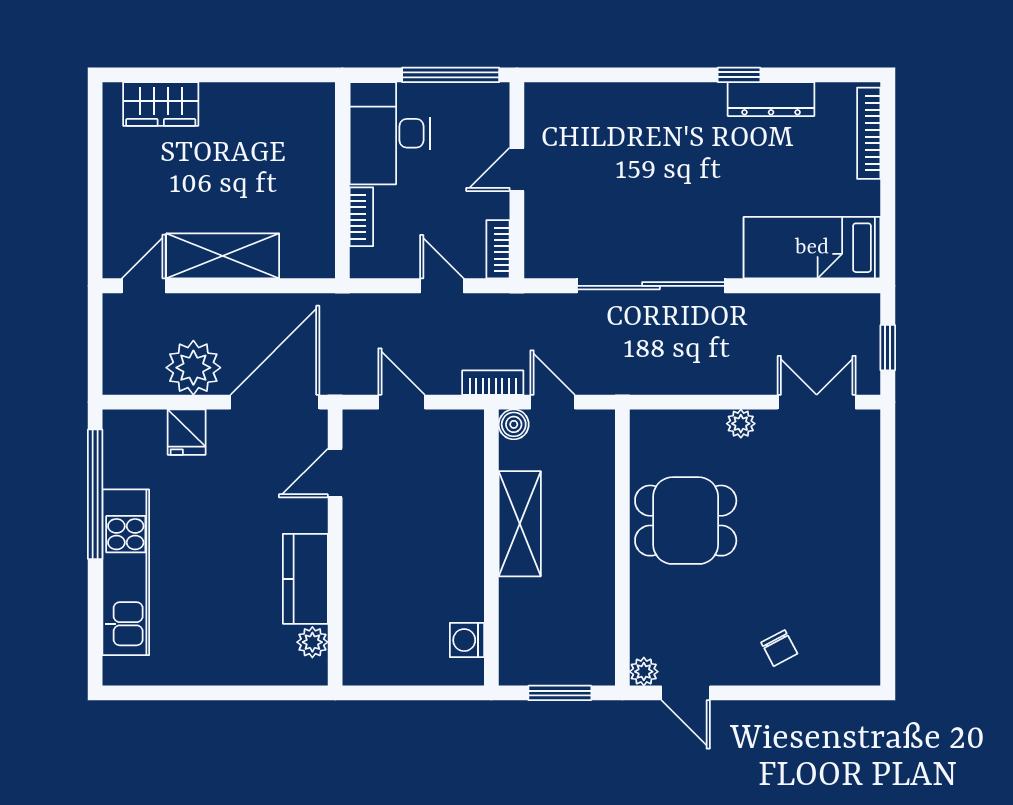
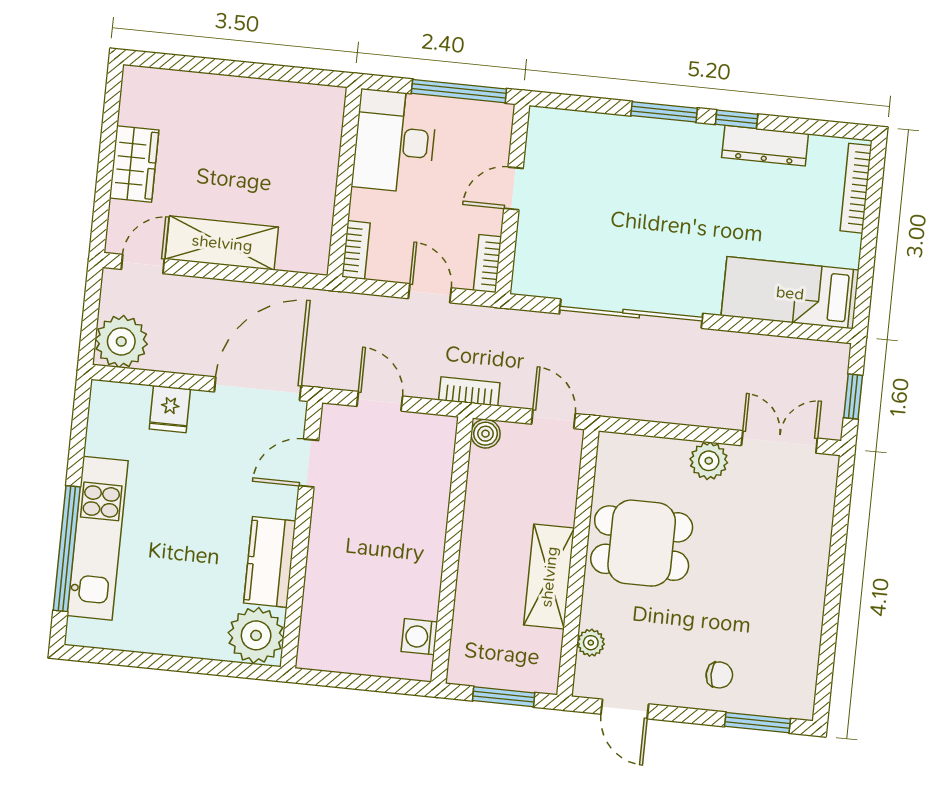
window: (664, 75) -> (664, 112), added
wardrobe: (161, 104) -> (134, 164), moved, turned -90
bookcase: (361, 217) -> (356, 250), moved
plant: (193, 368) -> (121, 341), moved
door: (553, 402) -> (553, 419), moved
plant: (741, 424) -> (709, 461), width x1.38, depth x1.38
window: (95, 494) -> (67, 549), moved
shelving: (520, 524) -> (549, 577), moved
plant: (312, 642) -> (256, 635), width x1.87, depth x1.87
chair: (779, 648) -> (719, 675), turned -62
plant: (644, 672) -> (591, 643), moved
window: (824, 693) -> (758, 723), added

